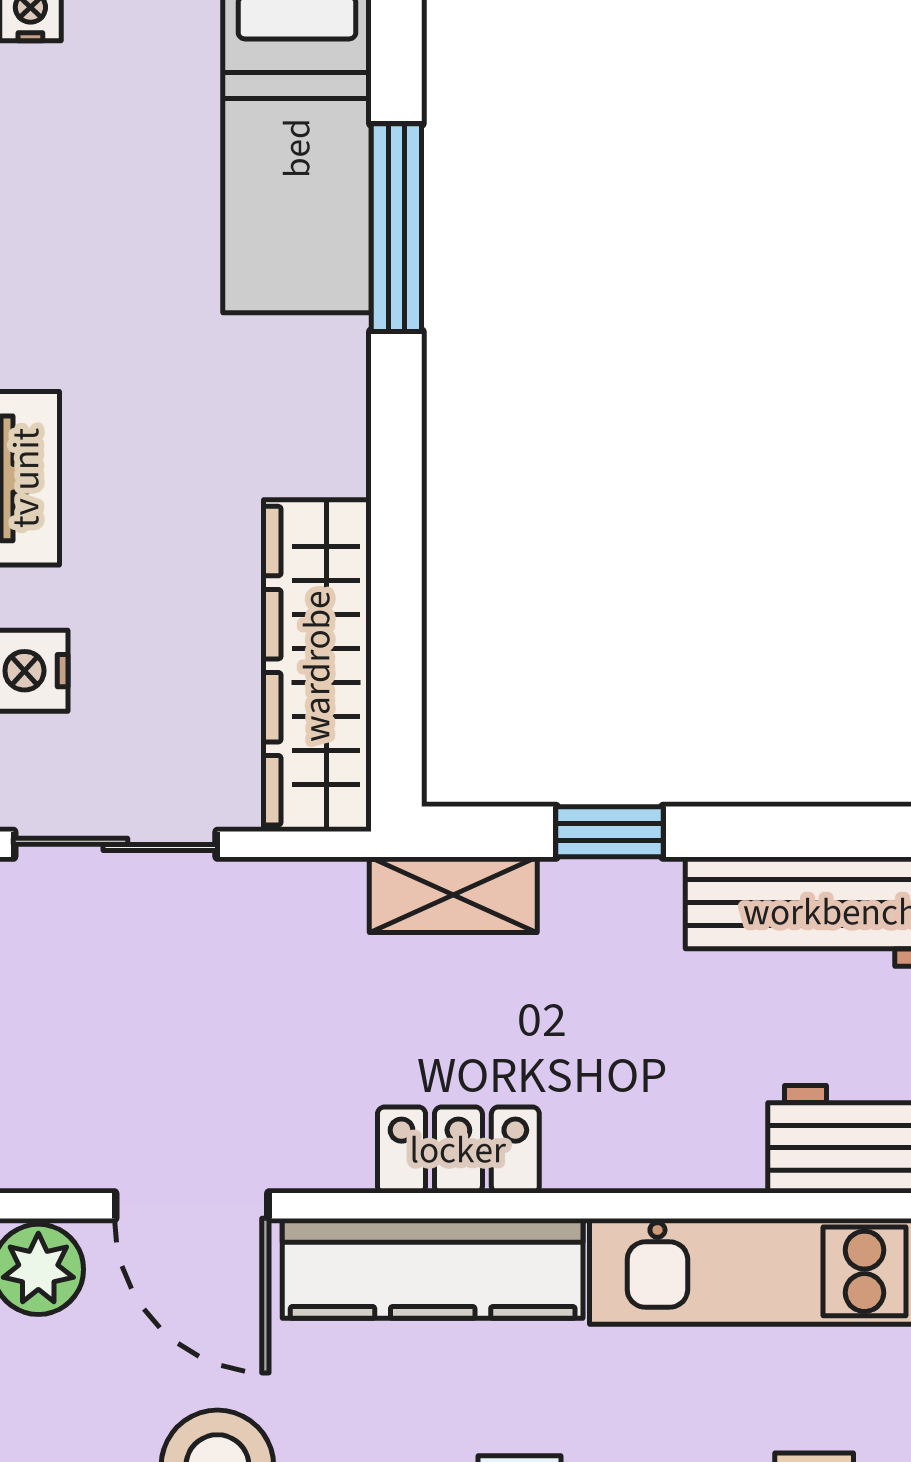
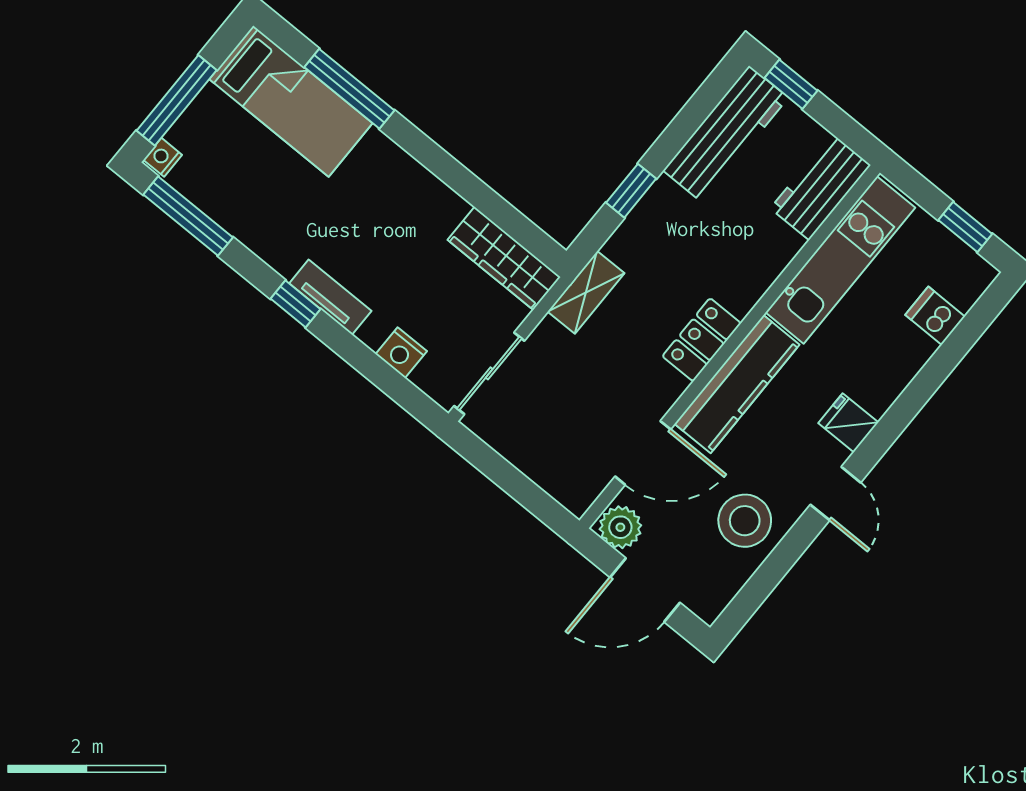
wardrobe: (317, 666) -> (504, 258), width x0.71, depth x0.85
shelving: (453, 895) -> (586, 292), moved

